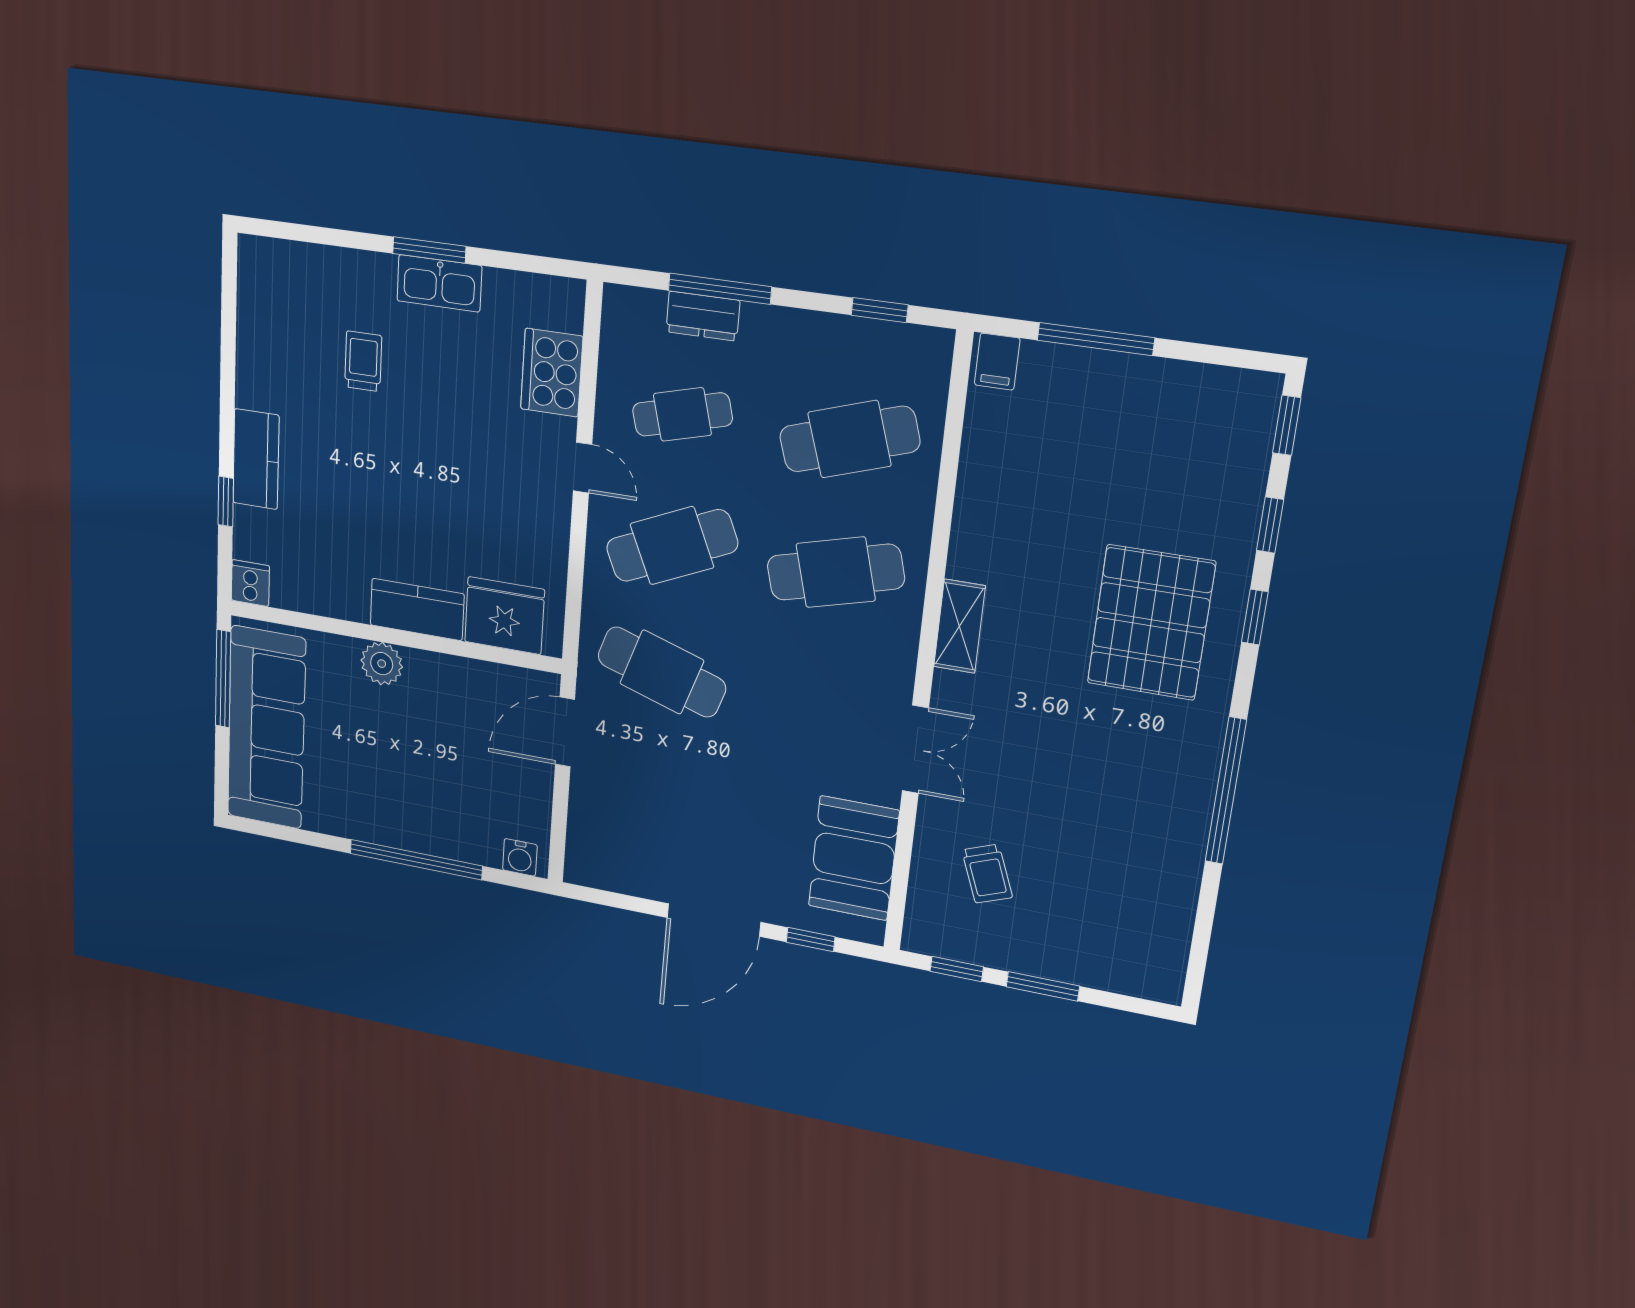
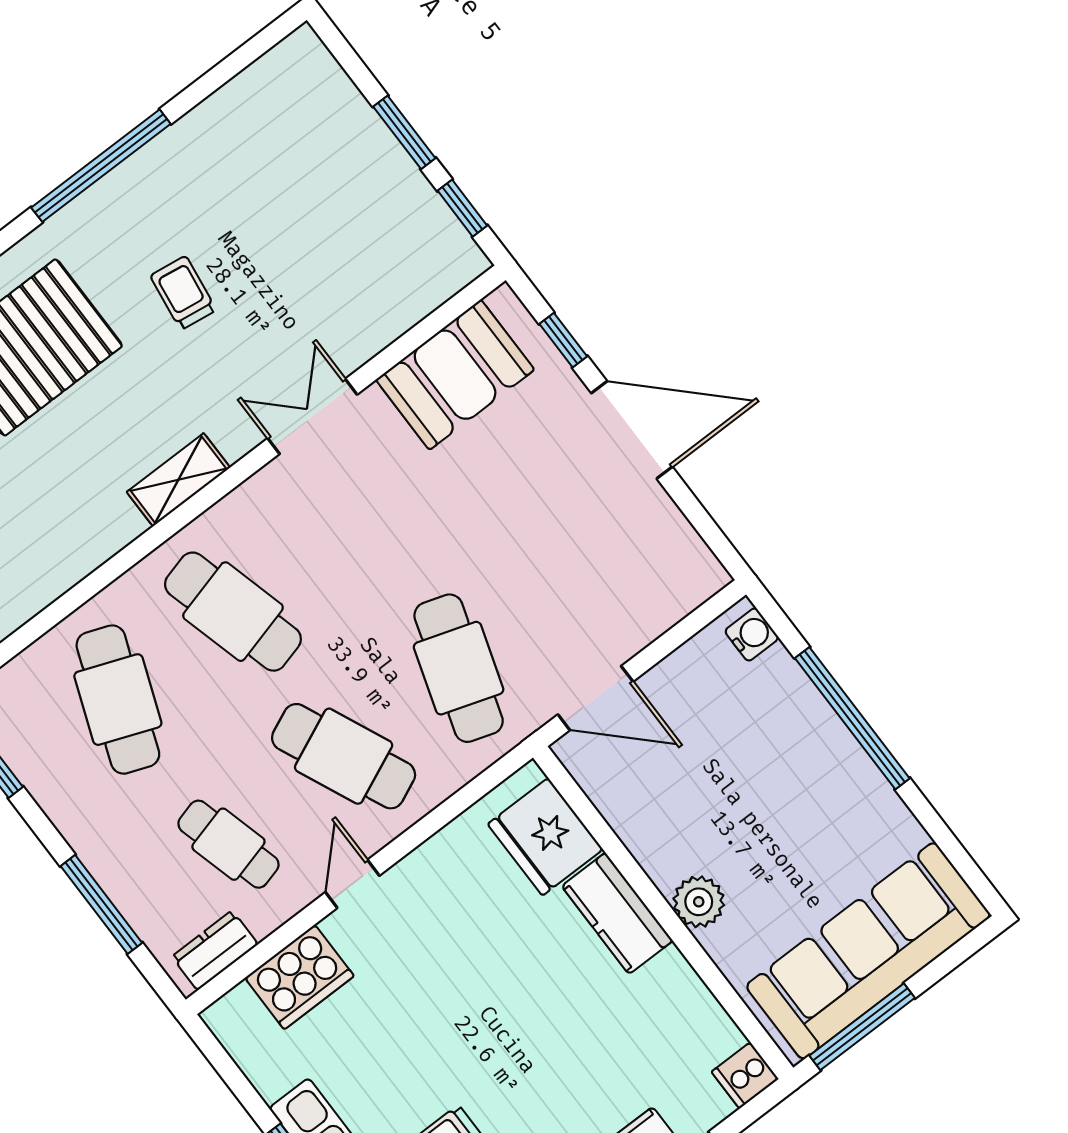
dresser: (703, 316) -> (215, 950), moved, turned -90
cafe table: (849, 439) -> (118, 700), turned 39
trolley: (987, 874) -> (183, 293), moved, turned -61

